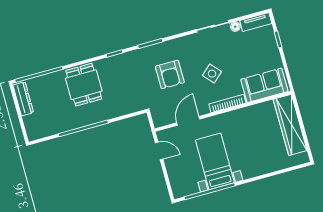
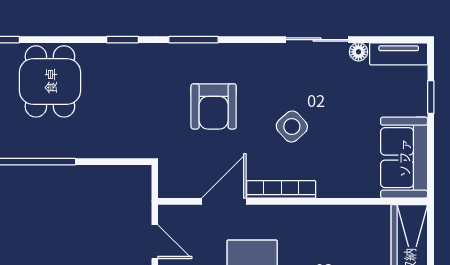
sofa: (264, 85) -> (404, 158), moved, turned -90
bookcase: (227, 104) -> (281, 189), moved

